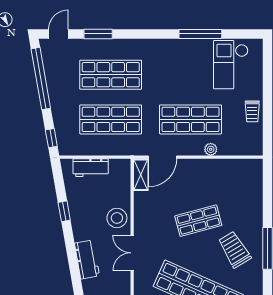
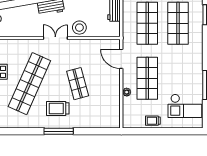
checkout: (231, 65) -> (185, 106), turned 180
shelving: (141, 175) -> (109, 44), removed
trolley: (234, 250) -> (58, 108), turned -149

